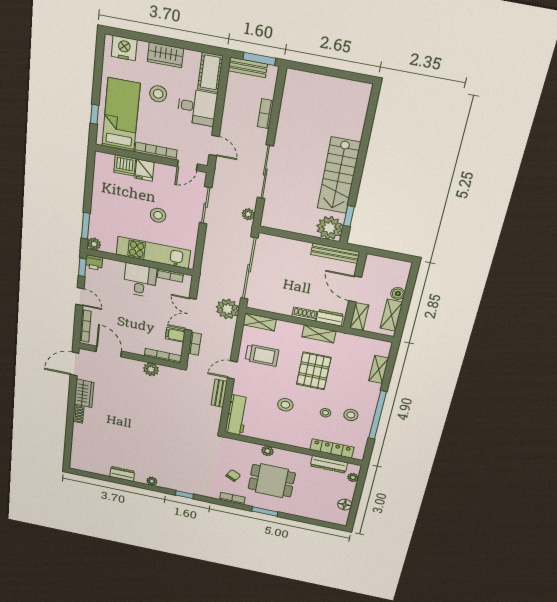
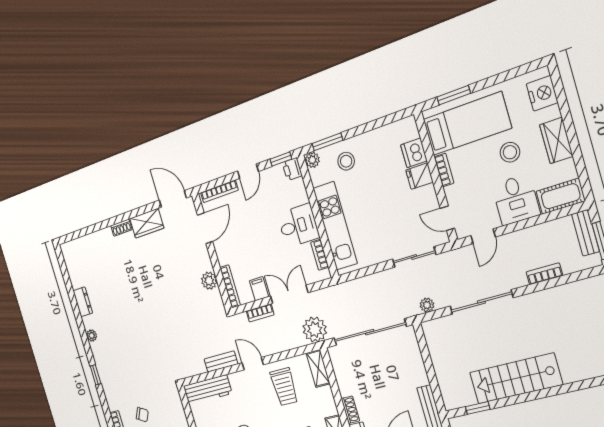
window: (95, 114) -> (454, 95), width x1.50
bookcase: (156, 151) -> (444, 170), width x0.64
stool: (158, 215) -> (346, 161), moved
plant: (329, 228) -> (455, 394), removed

